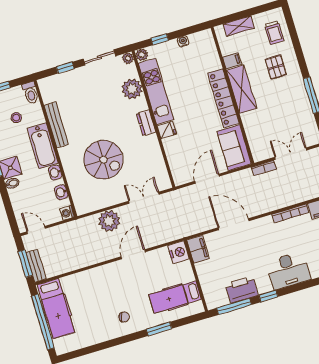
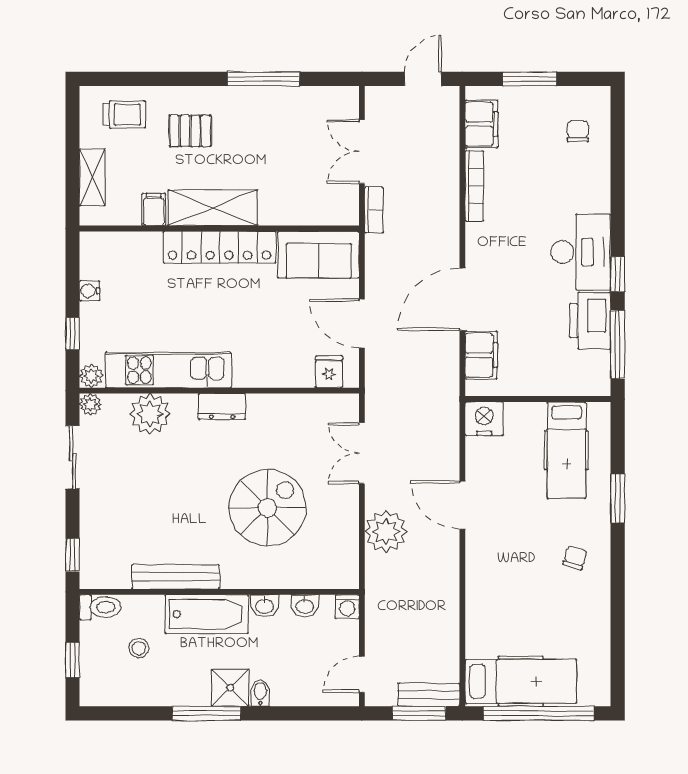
window: (65, 68) -> (73, 555), moved
fridge: (167, 130) -> (329, 372), moved
filing cabinet: (198, 249) -> (481, 355), moved, turned 90
desk: (288, 271) -> (581, 252), moved

